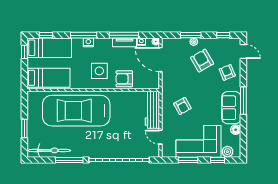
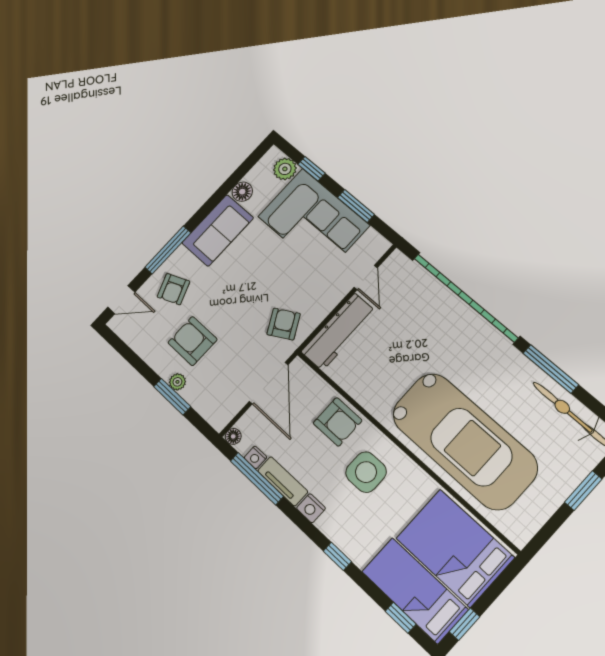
window: (84, 35) -> (337, 556), width x0.46
window: (124, 35) -> (257, 479), moved
window: (223, 35) -> (126, 352), removed
nightstand: (88, 42) -> (311, 508), moved
door: (243, 52) -> (121, 300), swing flipped
door: (161, 60) -> (269, 383), moved
armchair: (202, 61) -> (193, 341), turned 120
bed: (48, 78) -> (455, 548), width x1.50
window: (243, 101) -> (168, 250), moved
armchair: (182, 106) -> (284, 324), moved

